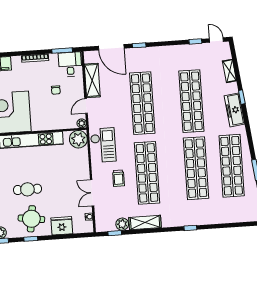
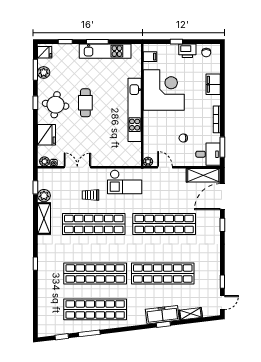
shelving: (92, 80) -> (203, 175), moved
freezer: (234, 110) -> (162, 315), moved
plant: (78, 139) -> (44, 161), moved, width x0.53, depth x0.53

